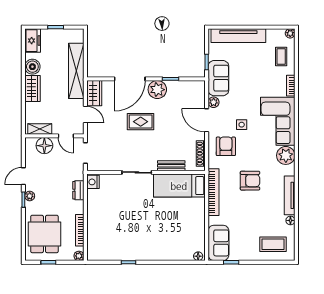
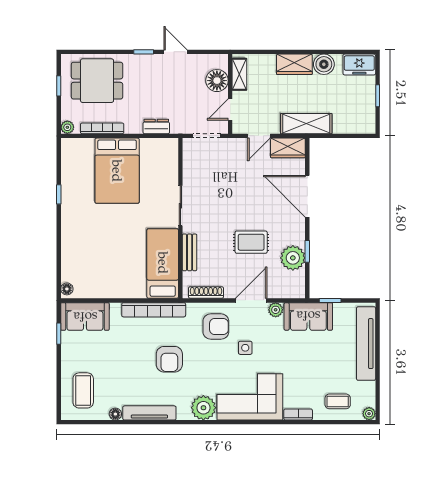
shelving: (76, 71) -> (306, 124), width x0.68
plant: (157, 90) -> (293, 258), moved
rug: (141, 122) -> (251, 242), moved, turned 90
nightstand: (93, 182) -> (168, 146), removed
plant: (30, 196) -> (149, 61), removed
bed: (111, 219) -> (117, 171), added

